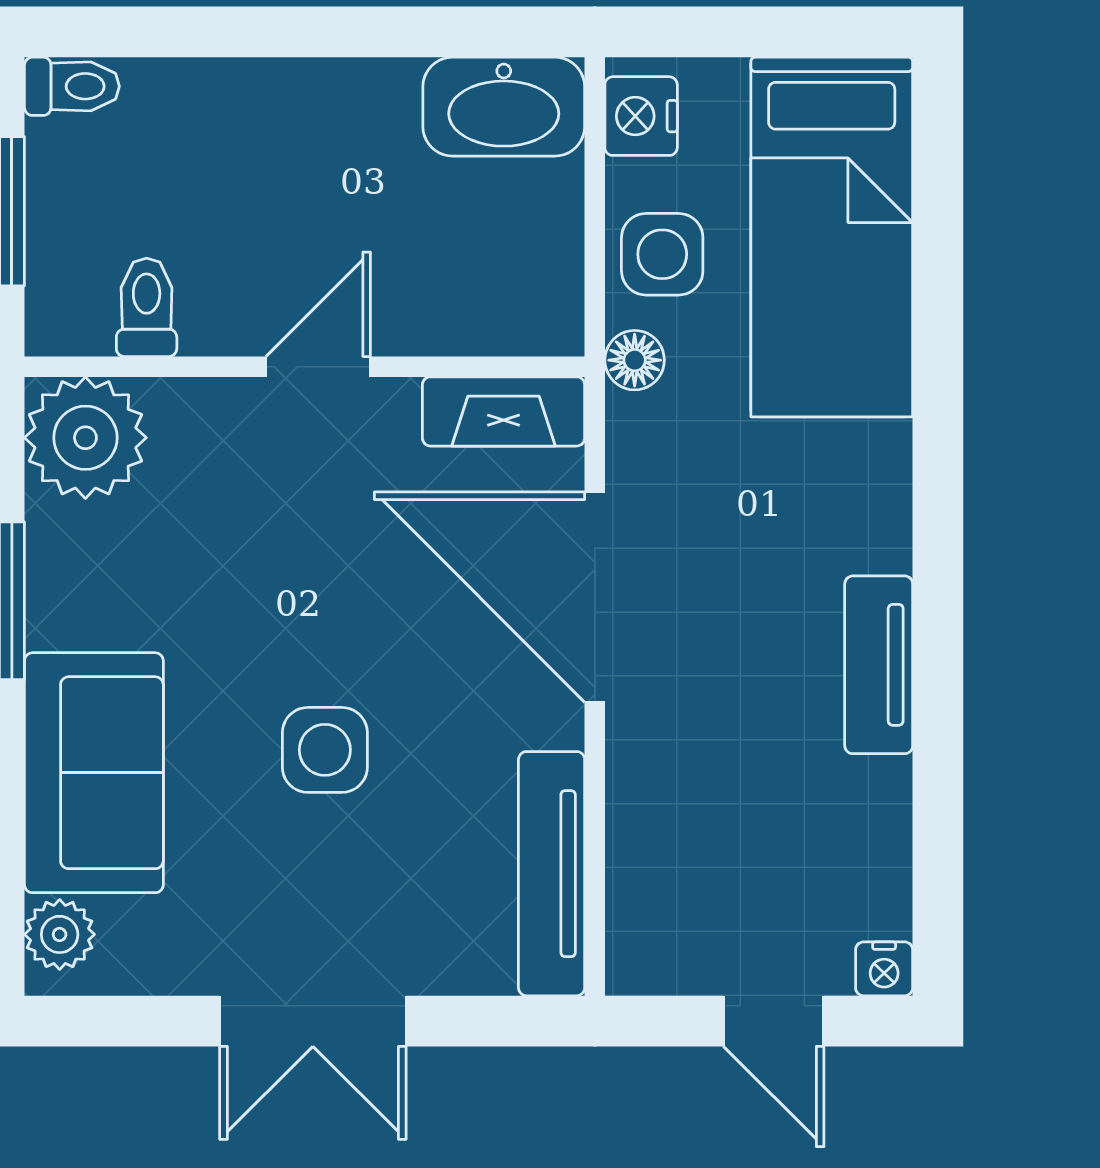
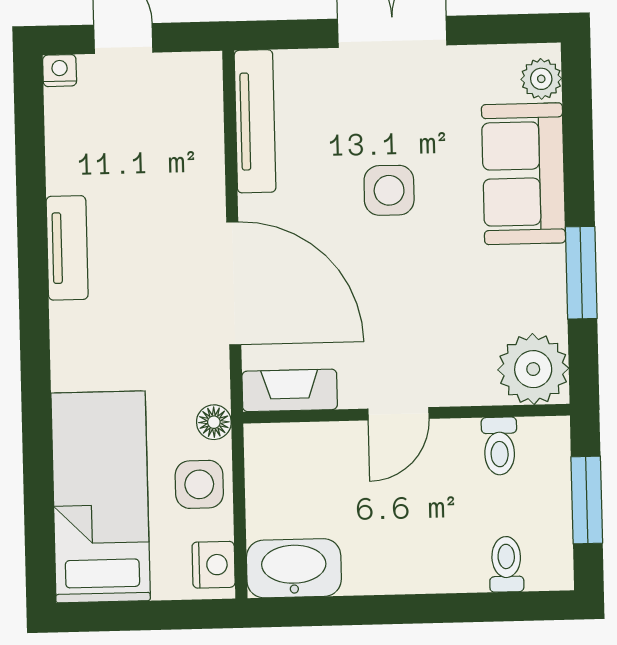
toilet: (72, 86) -> (506, 564), moved, turned 90

